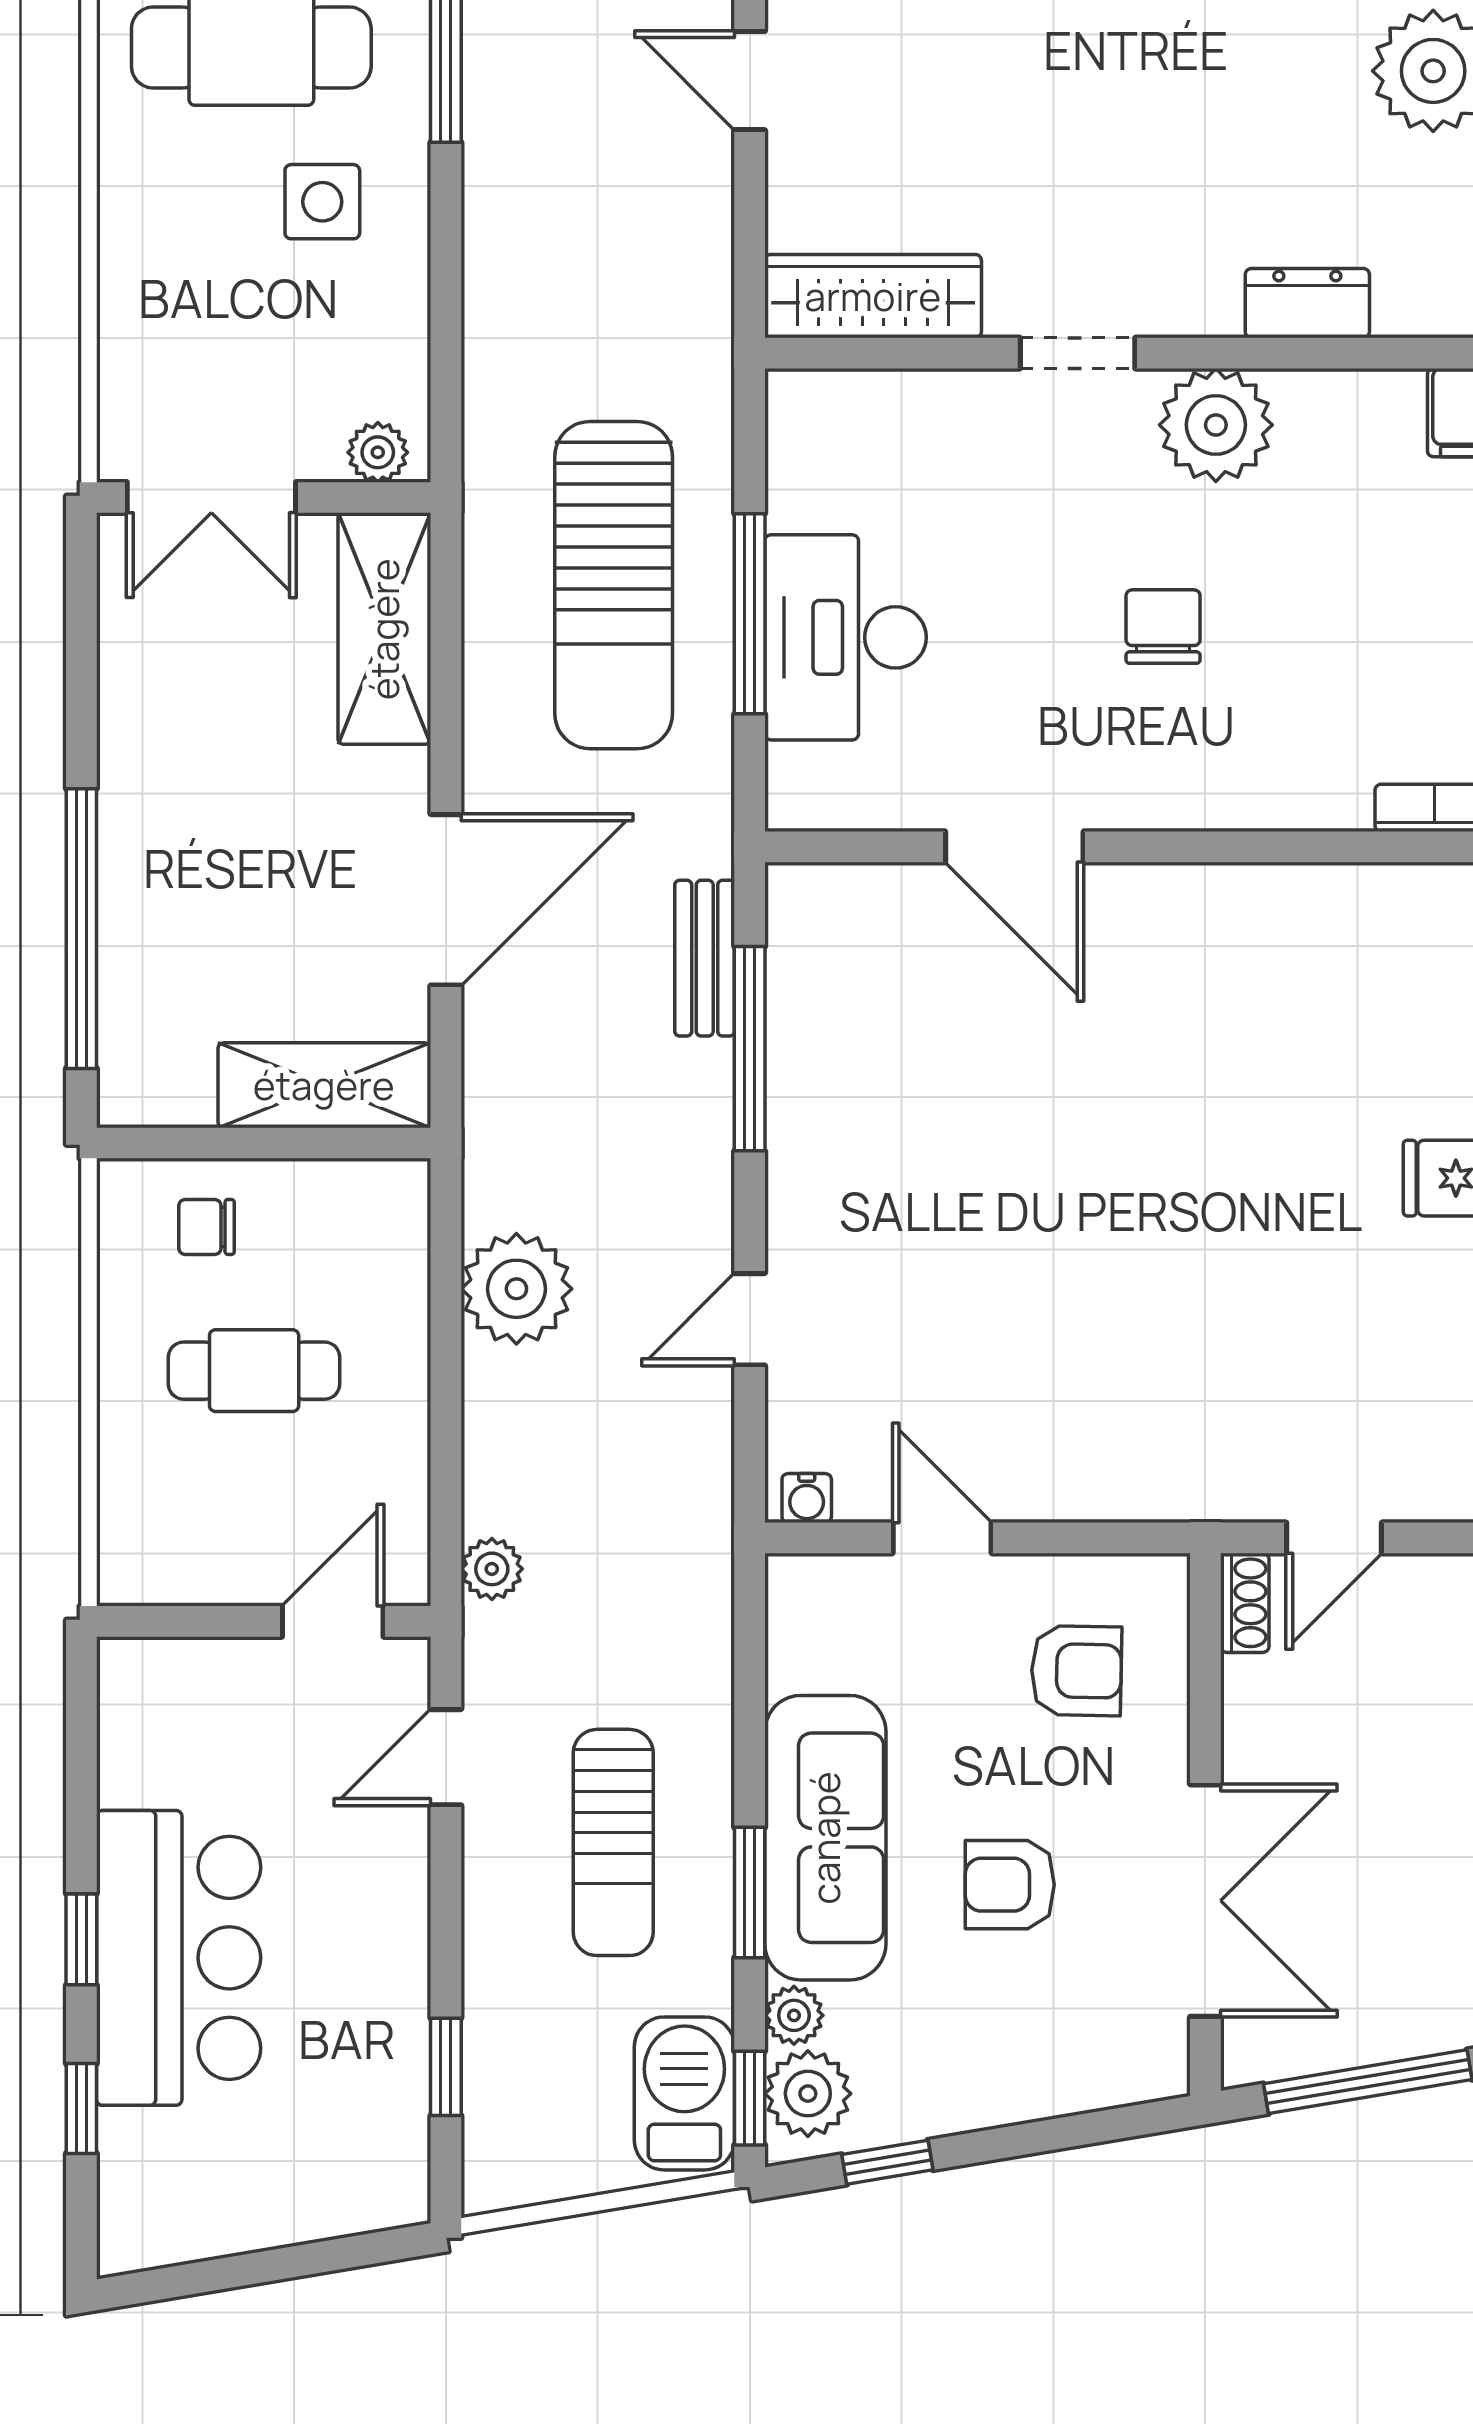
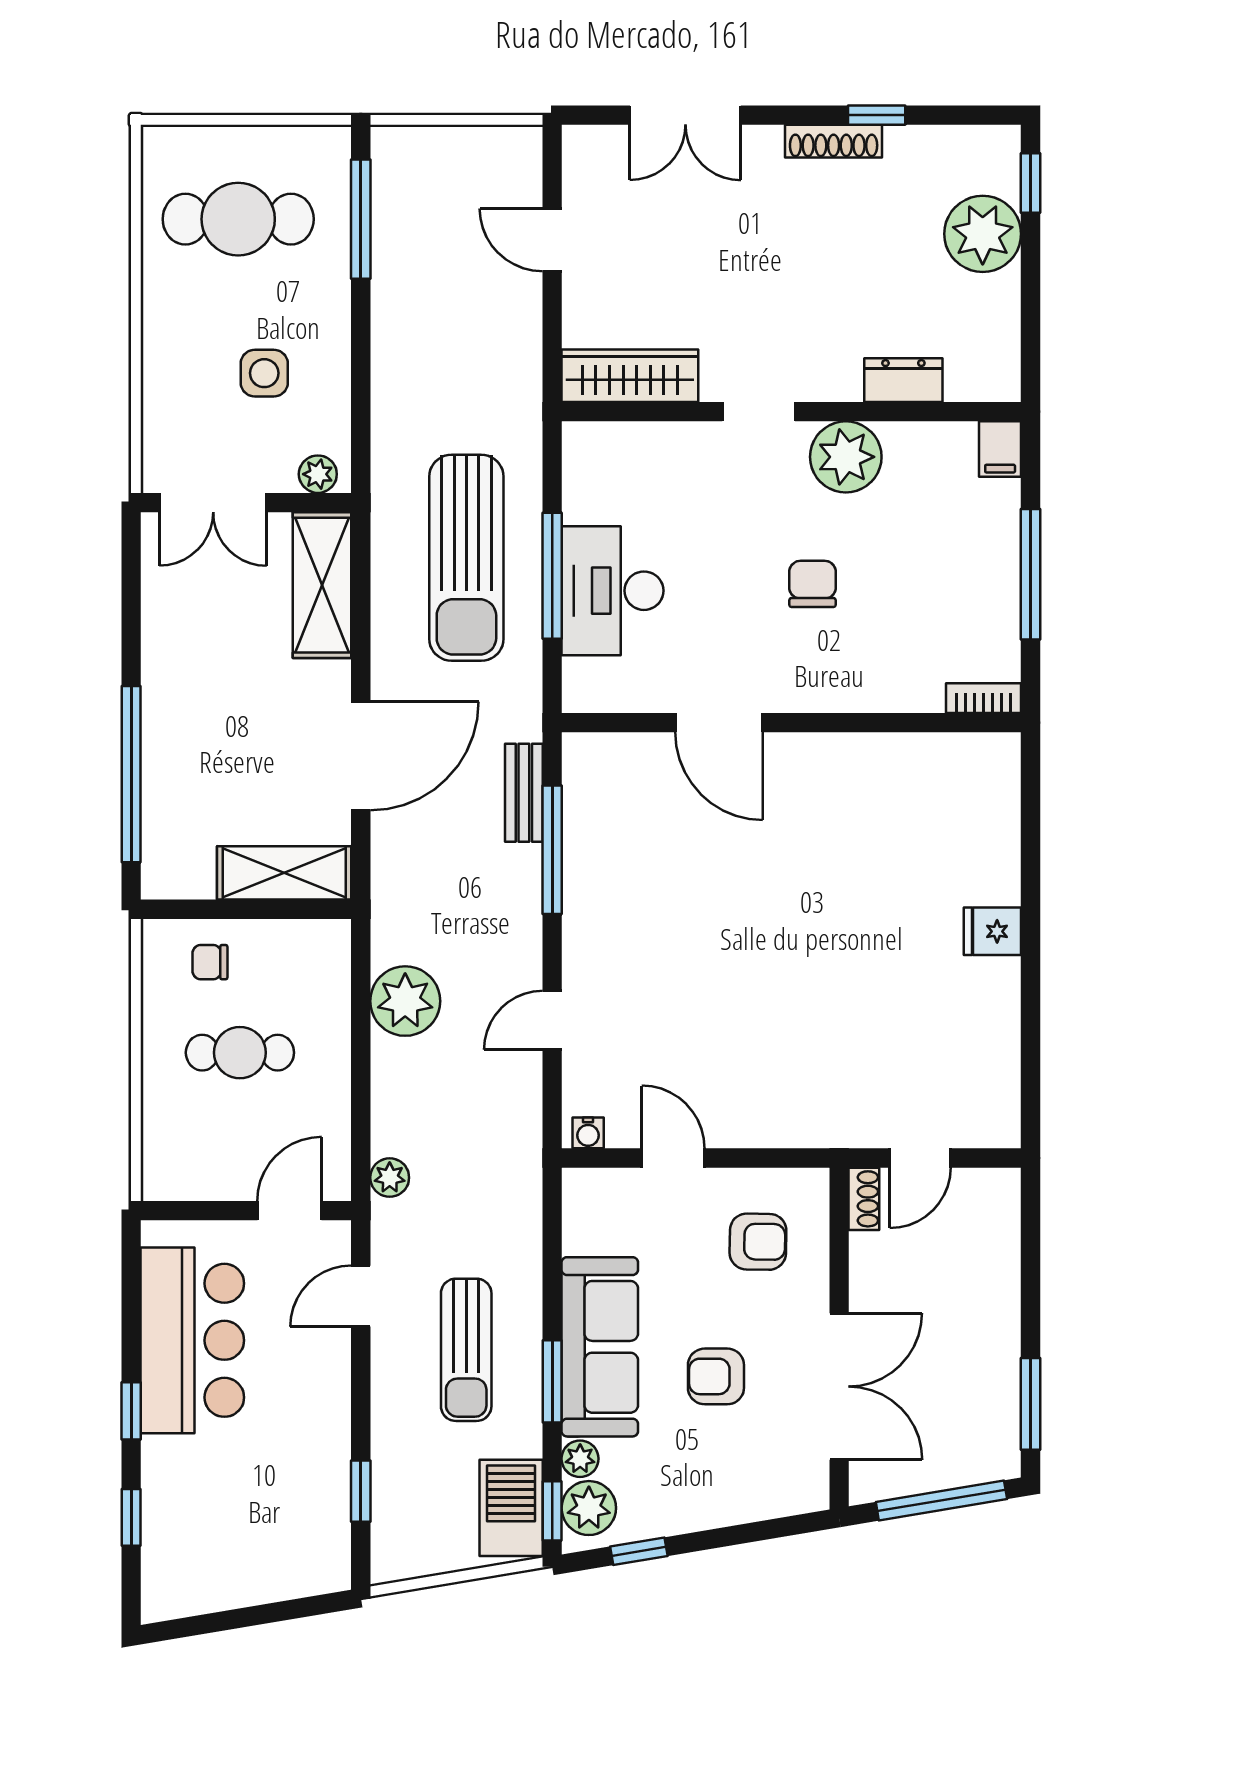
side table: (322, 202) -> (264, 373), moved
bar counter: (179, 1958) -> (192, 1340), moved

